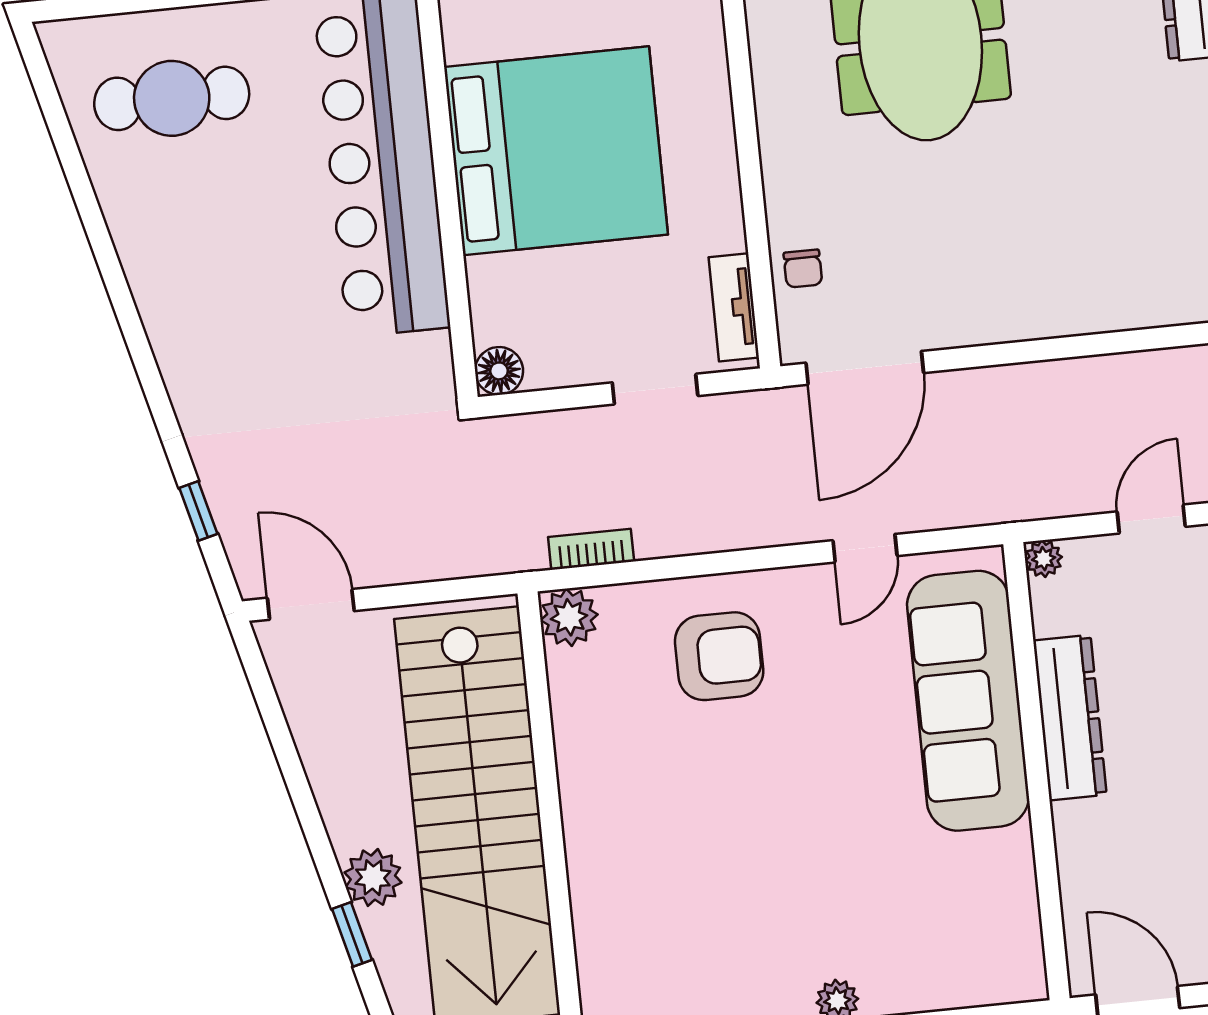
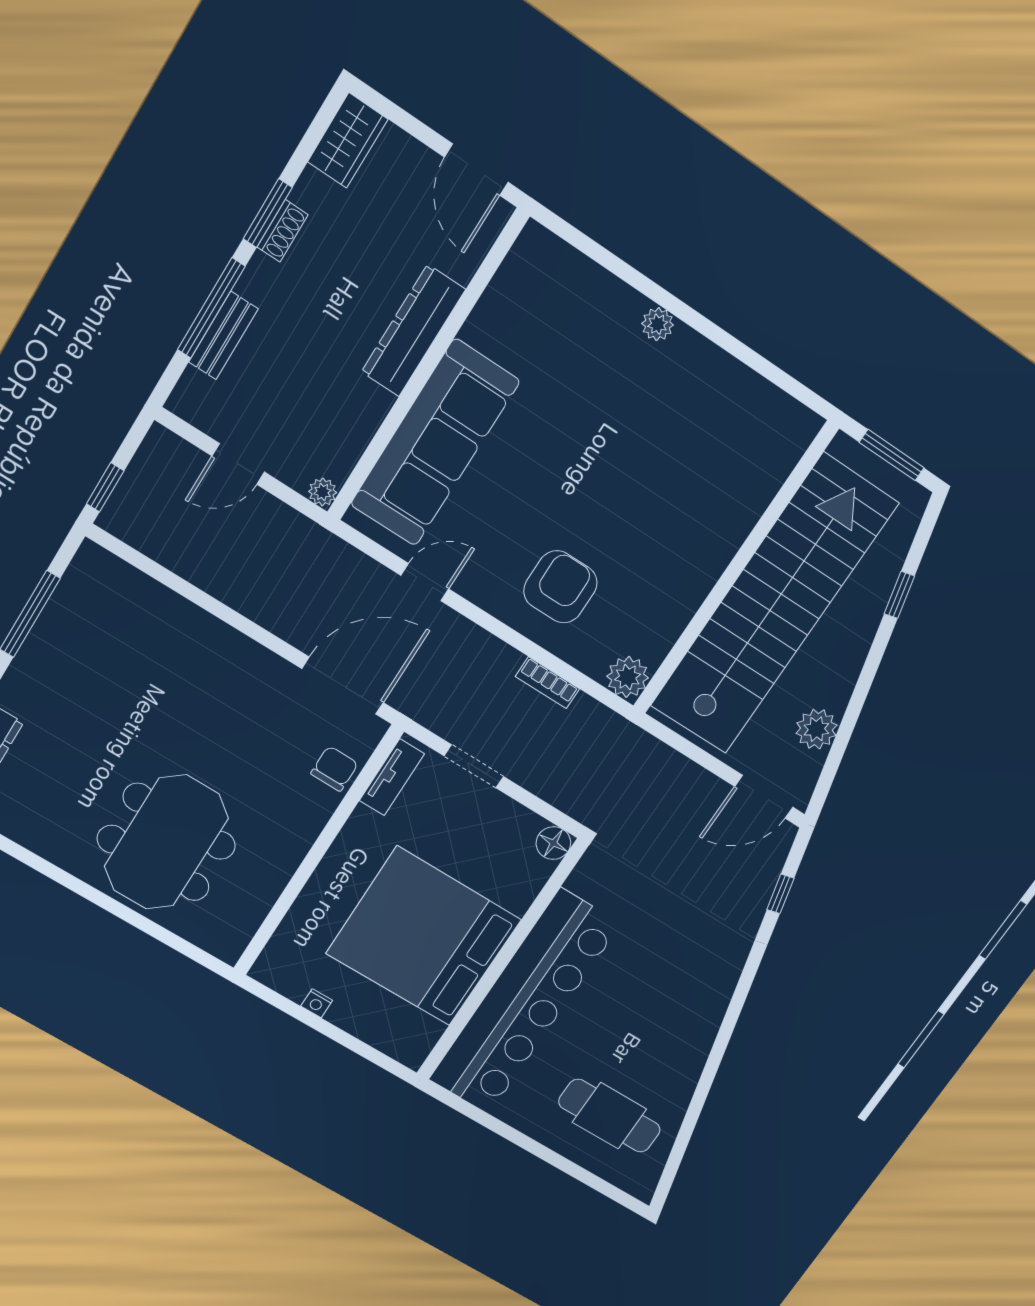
chair: (803, 269) -> (334, 769), width x1.37, depth x1.37
bookcase: (591, 549) -> (547, 683), moved
door: (311, 604) -> (764, 797), hinge flipped
armchair: (719, 656) -> (560, 587), turned 90
dresser: (1070, 718) -> (413, 331), moved
plant: (373, 878) -> (816, 729), moved

